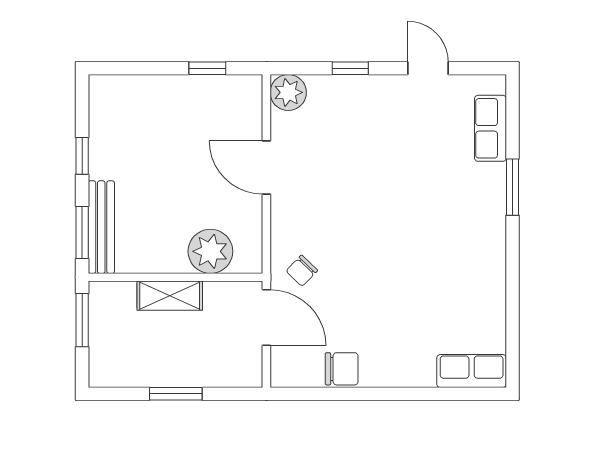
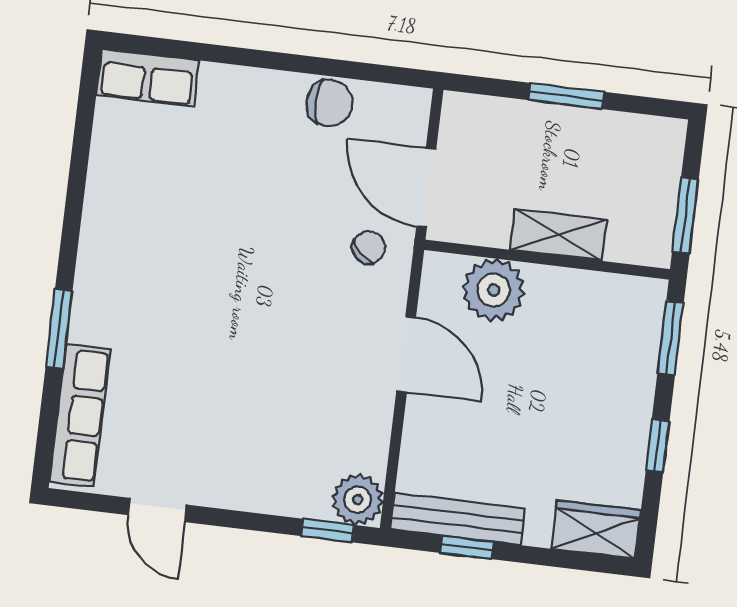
window: (350, 68) -> (328, 531), moved
wardrobe: (118, 92) -> (596, 530), added
row of seats: (490, 128) -> (80, 415), width x1.48
door: (266, 168) -> (406, 354), moved
bench: (101, 227) -> (458, 519), moved, turned 90
chair: (342, 369) -> (330, 103), turned 180

